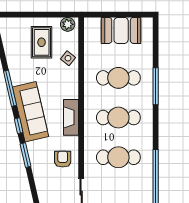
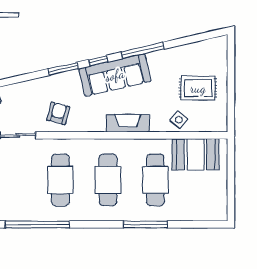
plant: (68, 24) -> (219, 119), removed
booth: (121, 30) -> (195, 154), moved, turned 90
fireplace: (71, 117) -> (128, 123), moved
armchair: (63, 159) -> (58, 113), turned -75

